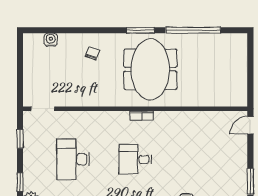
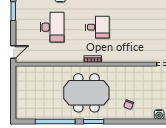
meeting table: (150, 69) -> (86, 93), turned 90
desk: (73, 159) -> (52, 27), moved

